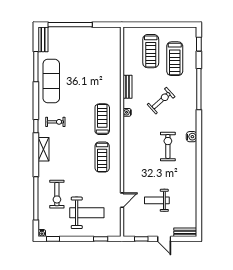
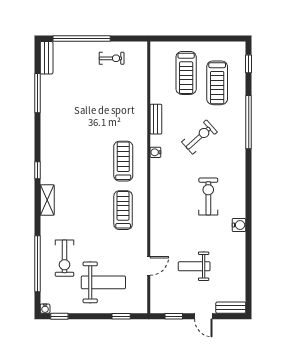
exercise mat: (51, 81) -> (57, 112), removed
exercise bike: (55, 122) -> (112, 58), moved
water cooler: (192, 137) -> (239, 225), moved
treadmill: (102, 157) -> (123, 210), turned 180

